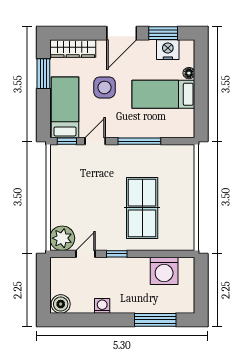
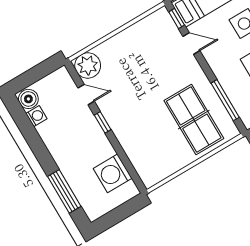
window: (139, 141) -> (225, 100), moved
table tennis table: (142, 208) -> (194, 119), moved, turned 90
washing machine: (102, 306) -> (36, 116), moved

